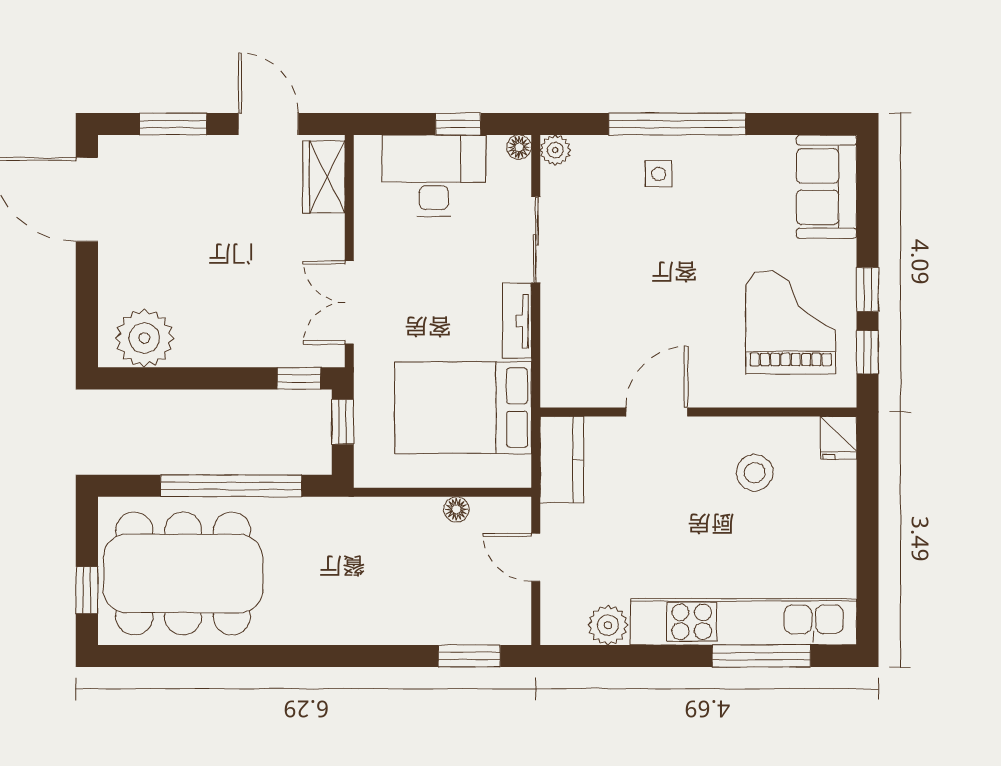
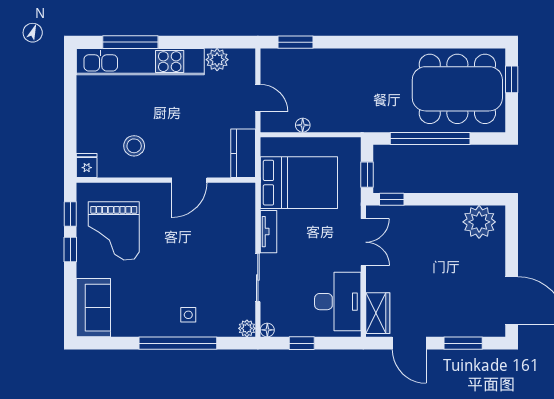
desk: (434, 176) -> (338, 302), moved, turned -90

